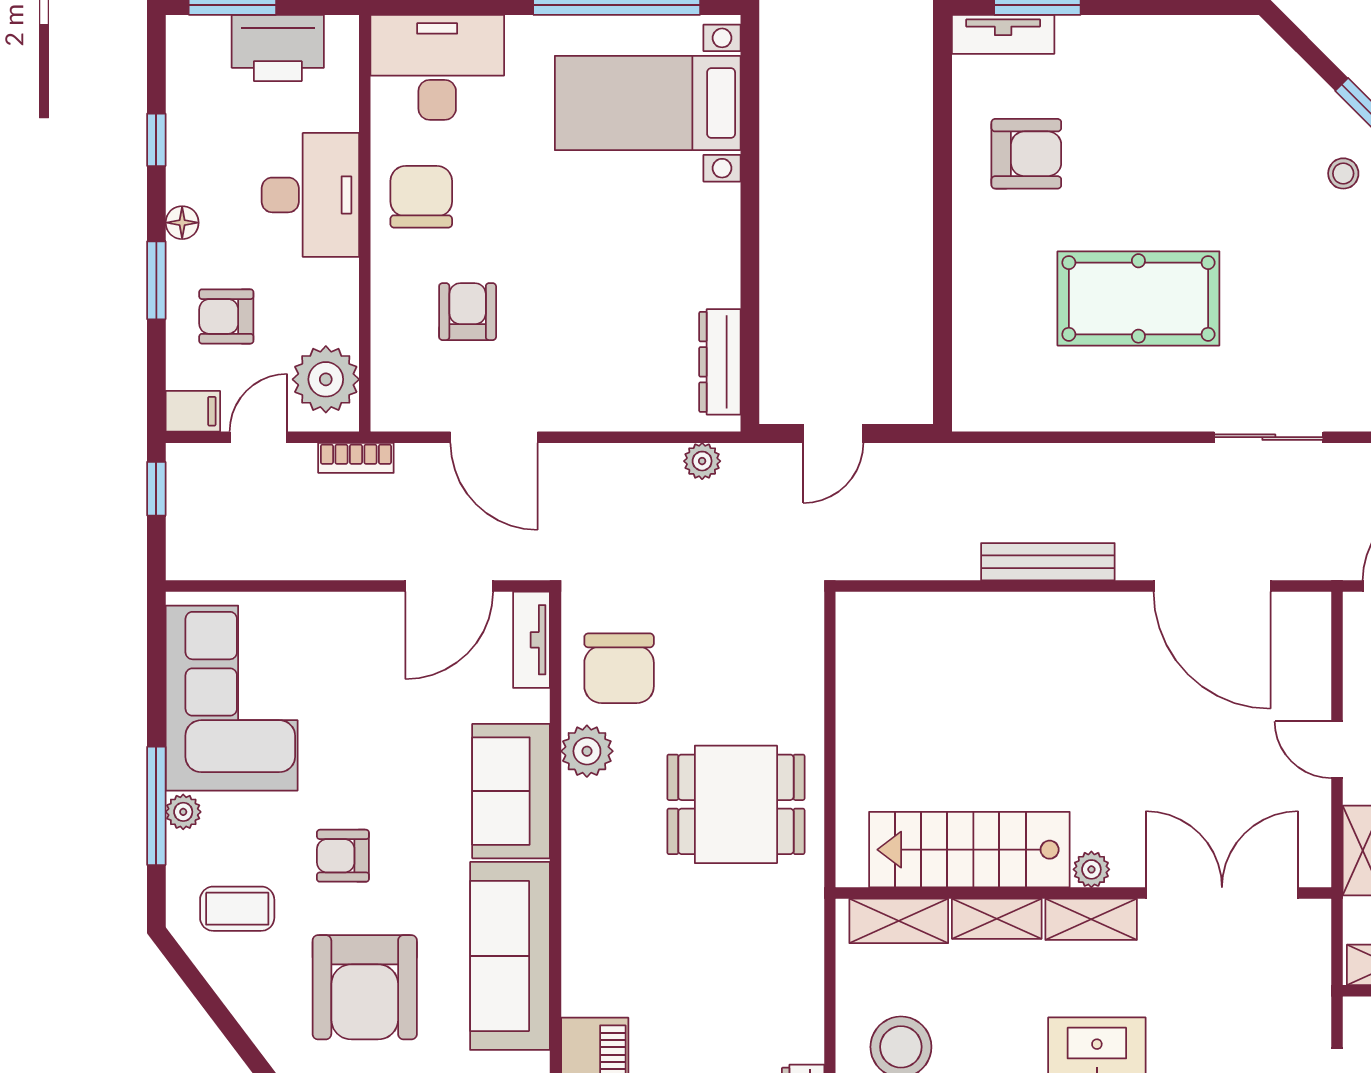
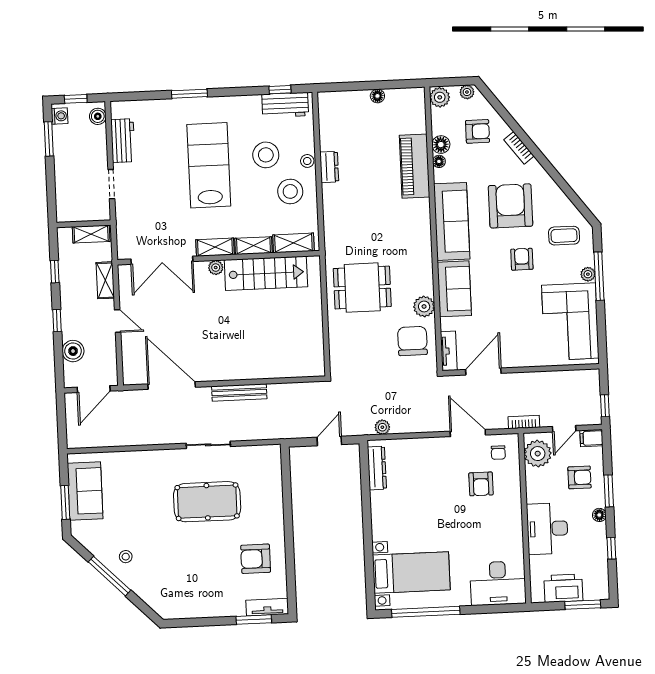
chair: (421, 197) -> (498, 453), moved, width x0.54, depth x0.54
sliding door: (1269, 437) -> (208, 445), moved
armchair: (343, 856) -> (522, 259), turned -90

